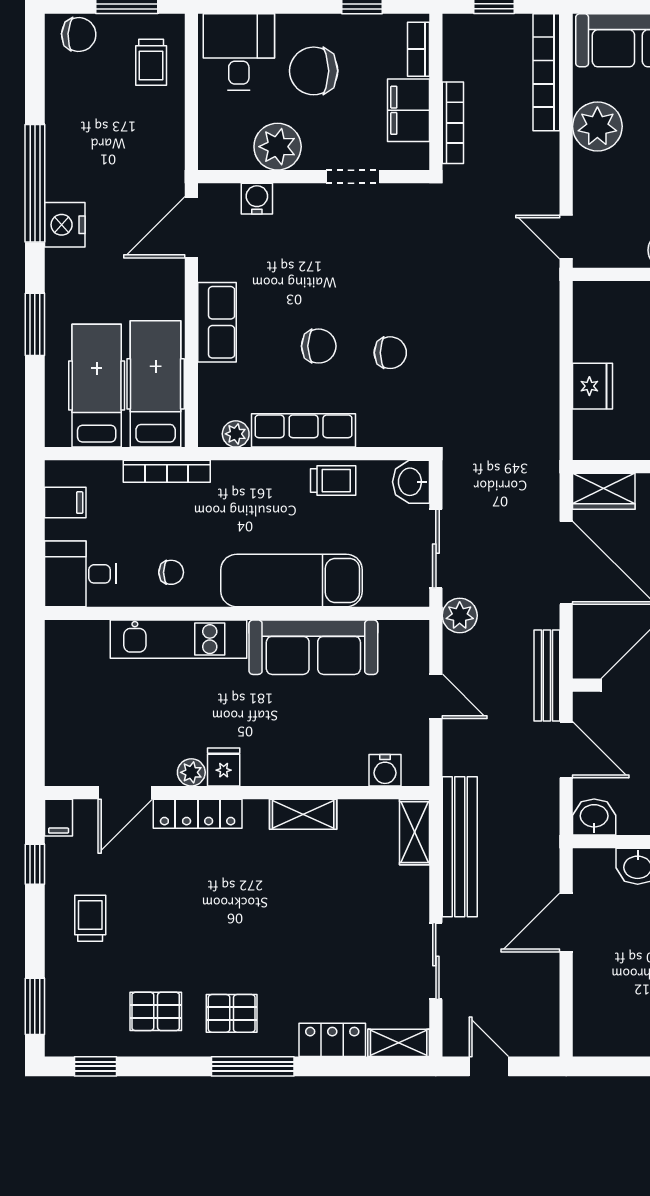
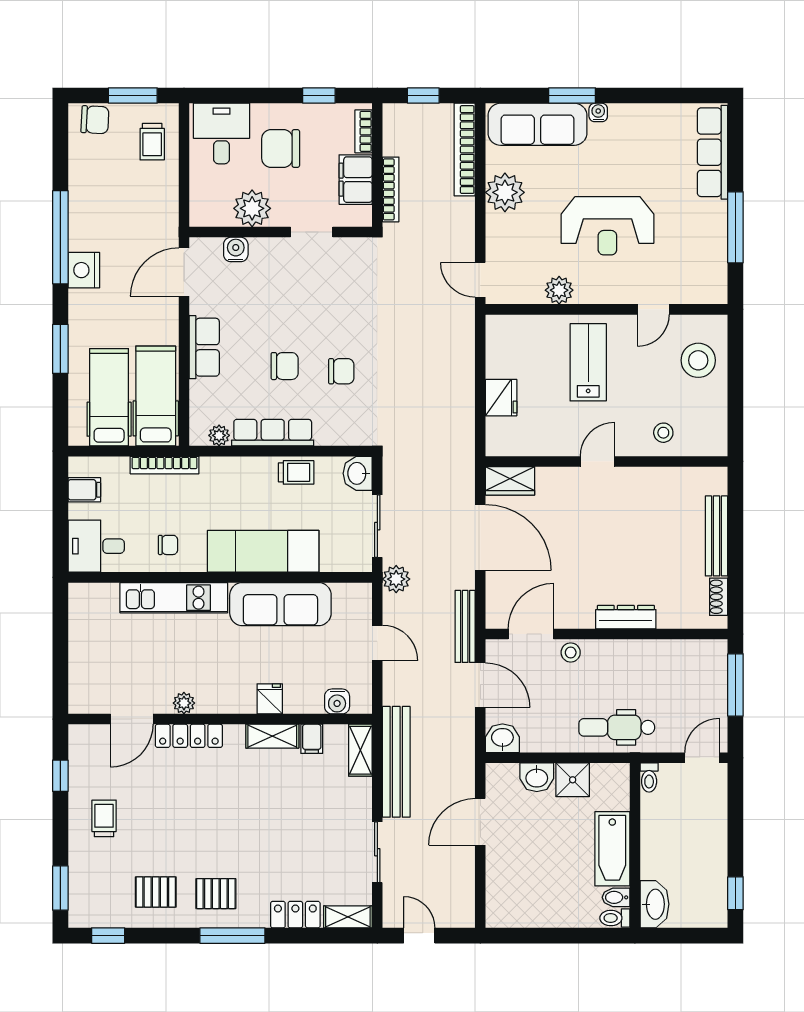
fridge: (224, 767) -> (270, 699), moved
filing cabinet: (59, 818) -> (312, 739), moved

